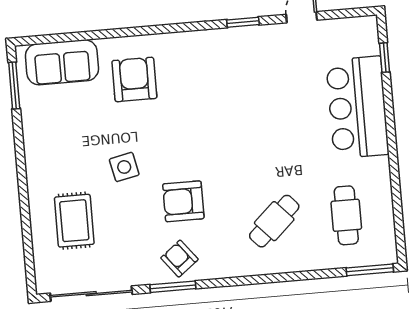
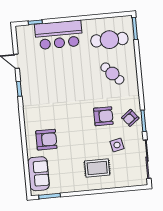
armchair: (134, 79) -> (46, 140), turned 180
side table: (124, 167) -> (117, 145), moved
armchair: (183, 201) -> (103, 116), turned -90
cafe table: (346, 215) -> (109, 40), width x1.37, depth x1.35
rug: (74, 221) -> (97, 168), moved

